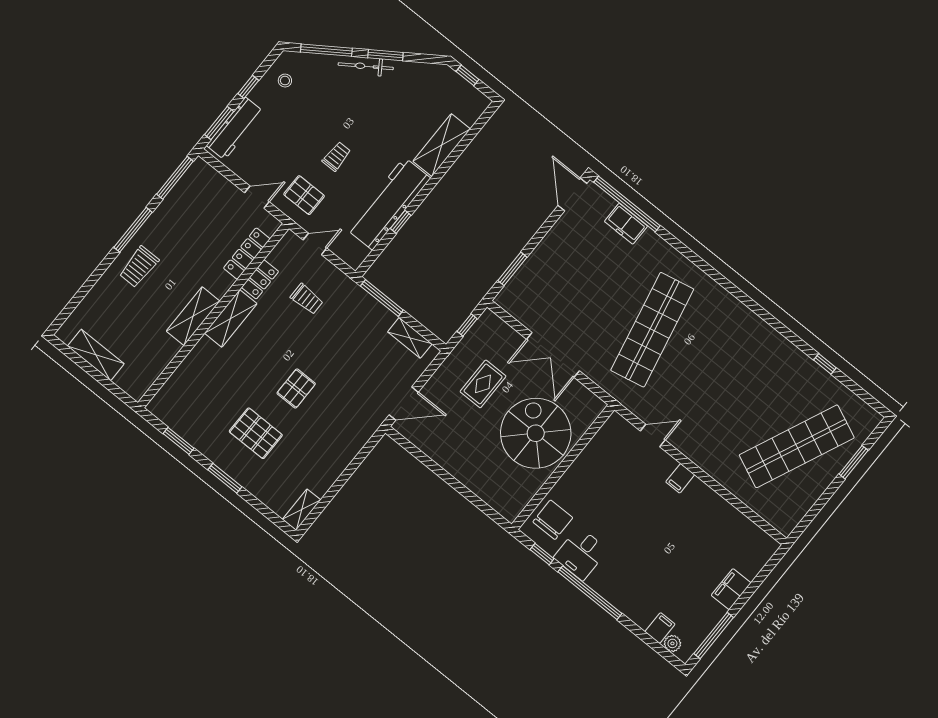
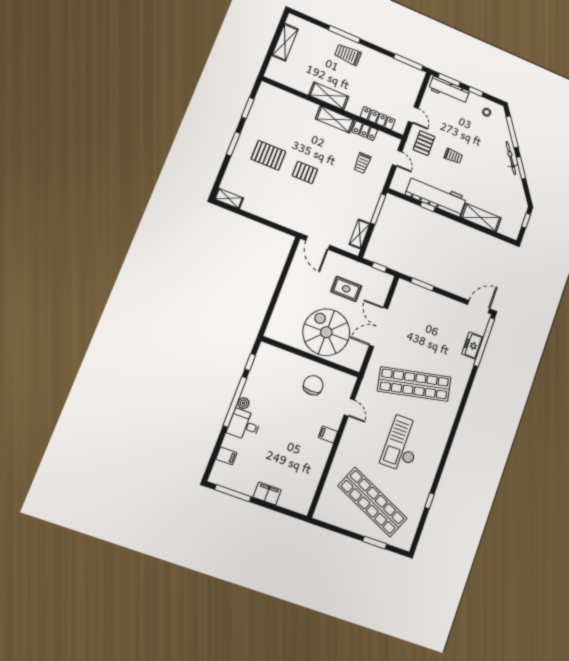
window: (133, 230) -> (344, 34), moved
checkout: (731, 376) -> (402, 444), added
pallet: (256, 433) -> (268, 155), turned 90
spiral stairs: (536, 433) -> (326, 332), turned -90
chair: (553, 520) -> (313, 385), moved, turned -90
desk: (581, 554) -> (244, 425), moved
plant: (672, 643) -> (243, 403), moved

